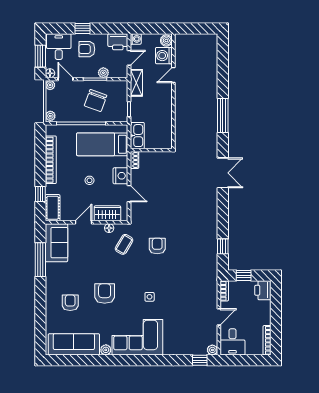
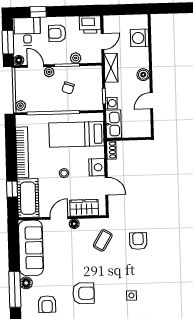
window: (82, 28) -> (38, 12), moved
washing machine: (136, 39) -> (111, 103), moved
boiler: (166, 41) -> (143, 75), moved
door: (173, 75) -> (151, 101), moved
plant: (50, 85) -> (49, 72), moved
chair: (95, 101) -> (68, 88), width x0.54, depth x0.54
cot: (53, 208) -> (28, 198), width x1.37, depth x1.34
floor lamp: (109, 228) -> (74, 224), moved
sofa: (56, 243) -> (31, 248), width x1.36
window: (40, 260) -> (15, 289), moved
floor lamp: (51, 282) -> (26, 283), added
armchair: (105, 293) -> (84, 293), turned 90
armchair: (70, 303) -> (47, 304), turned 180

